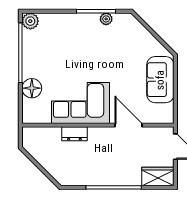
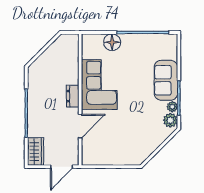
plant: (30, 21) -> (170, 120), moved
sofa: (160, 80) -> (166, 80), moved, turned -90
dresser: (74, 134) -> (73, 96), moved

